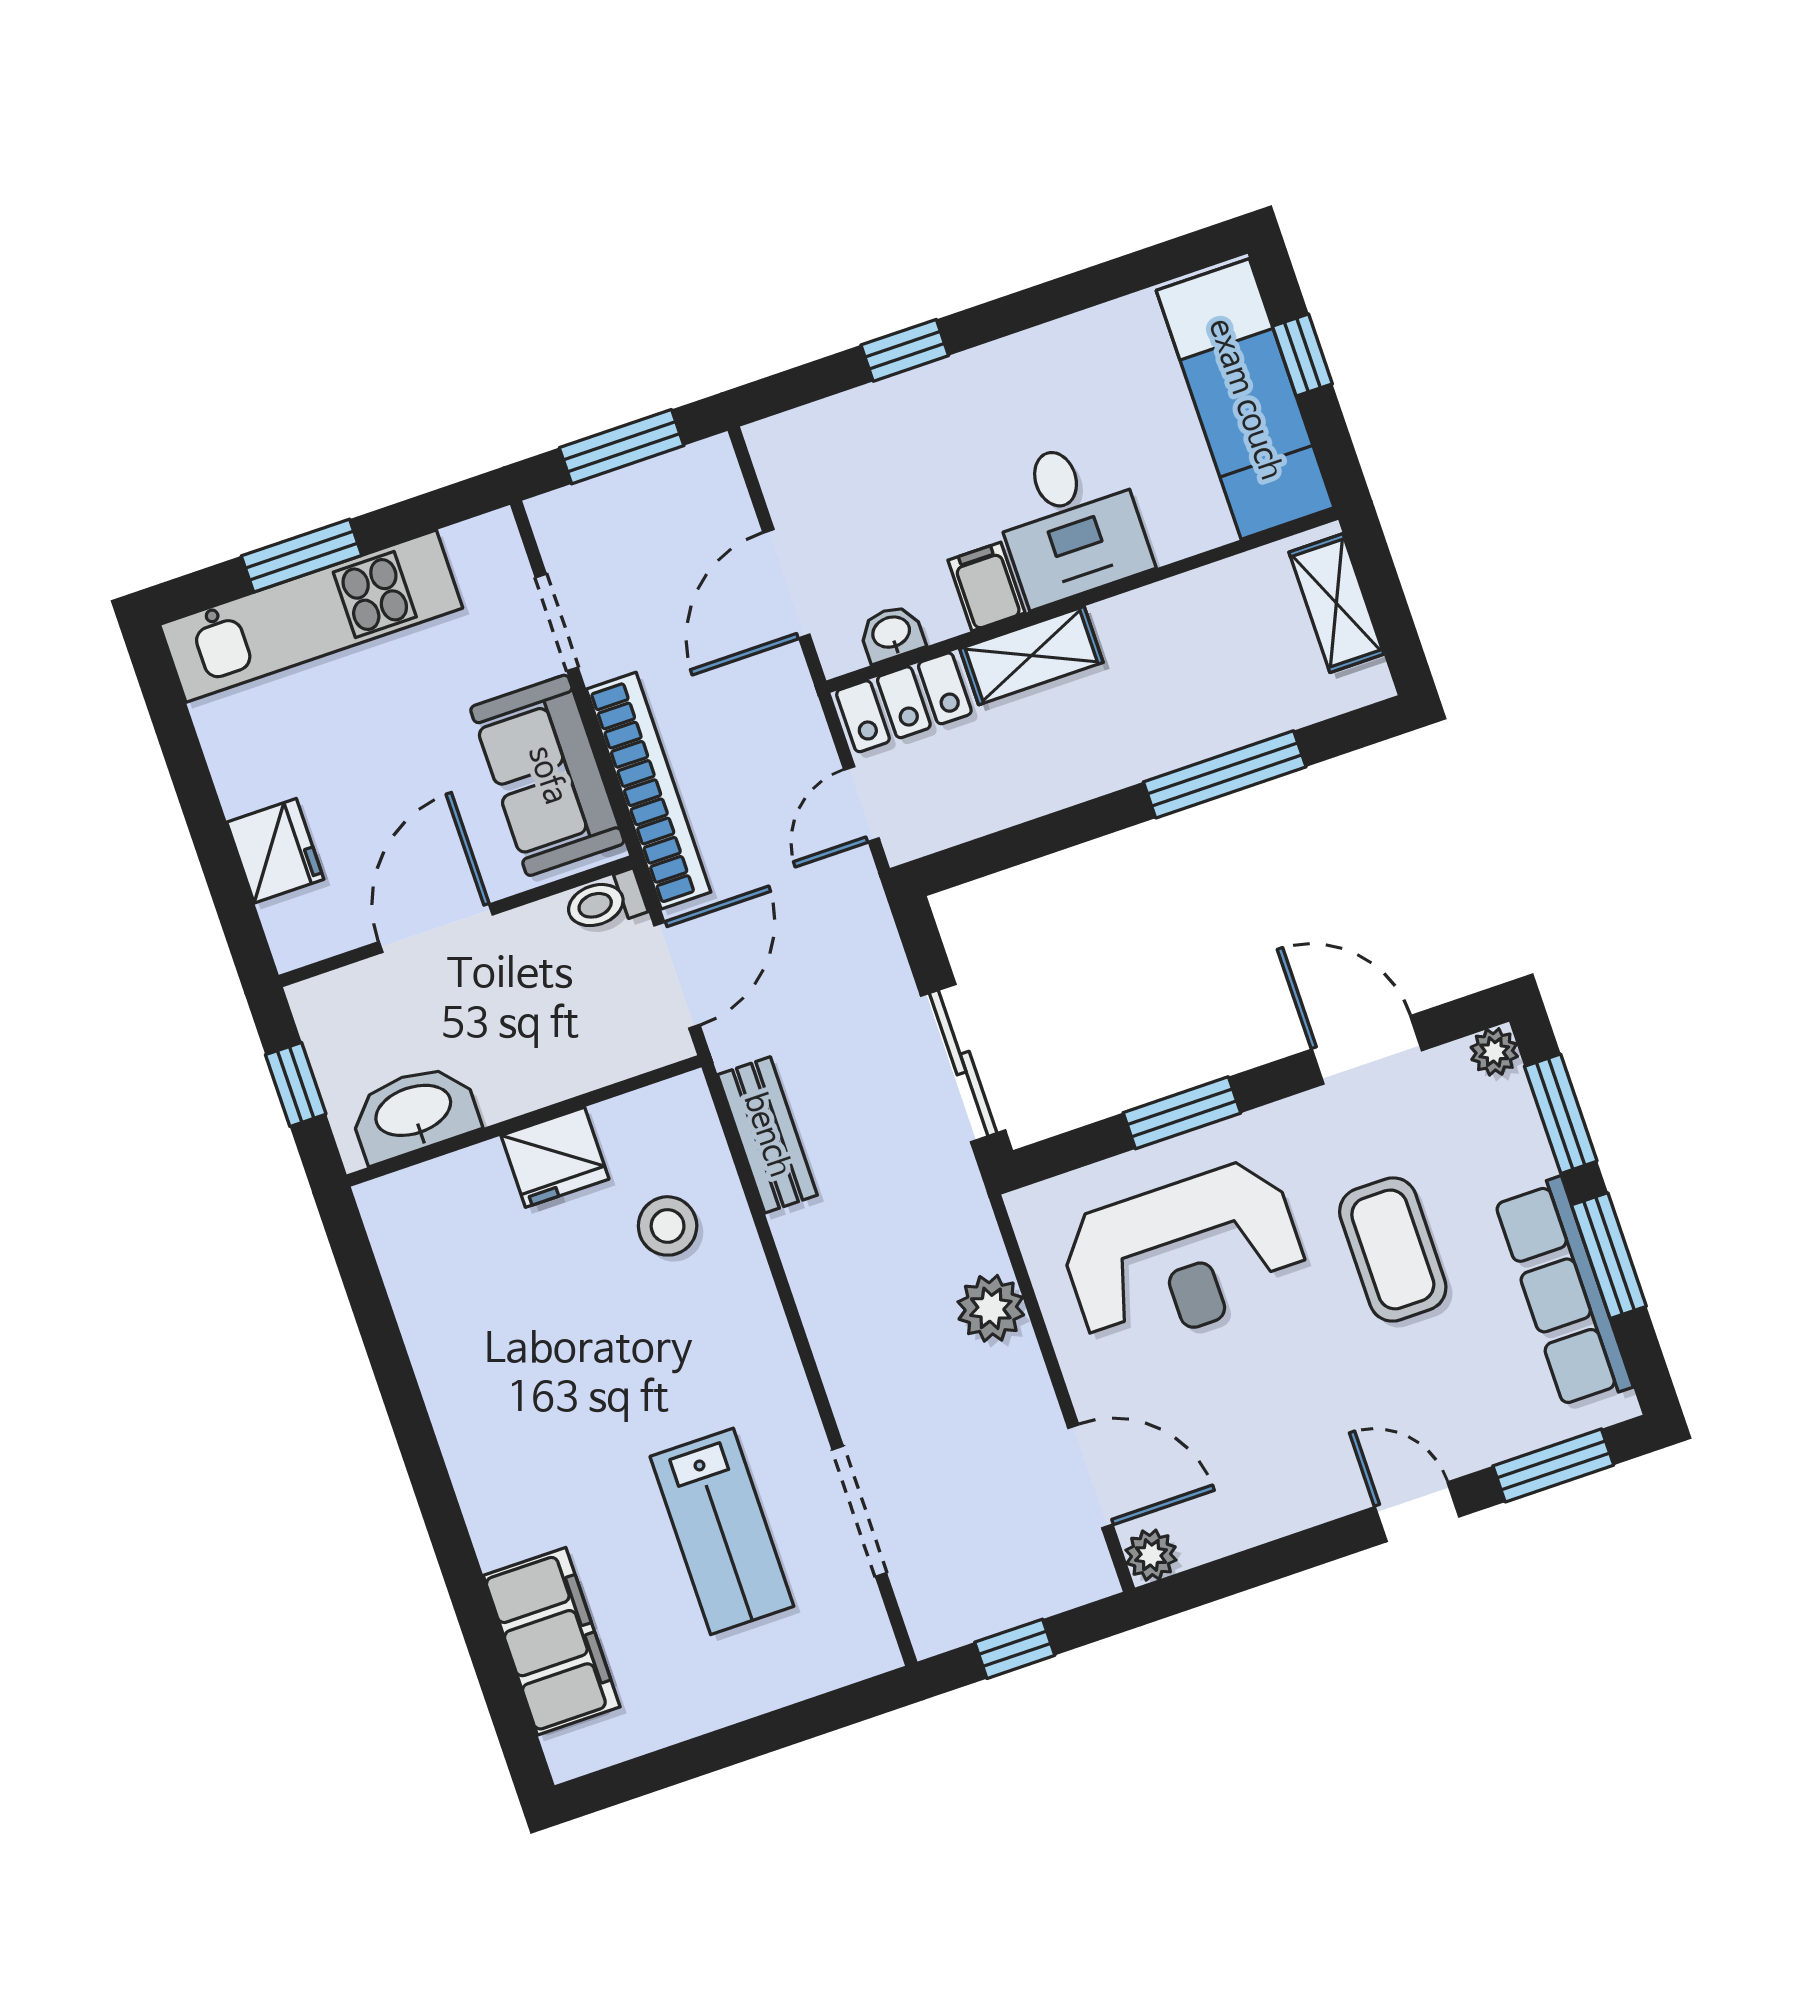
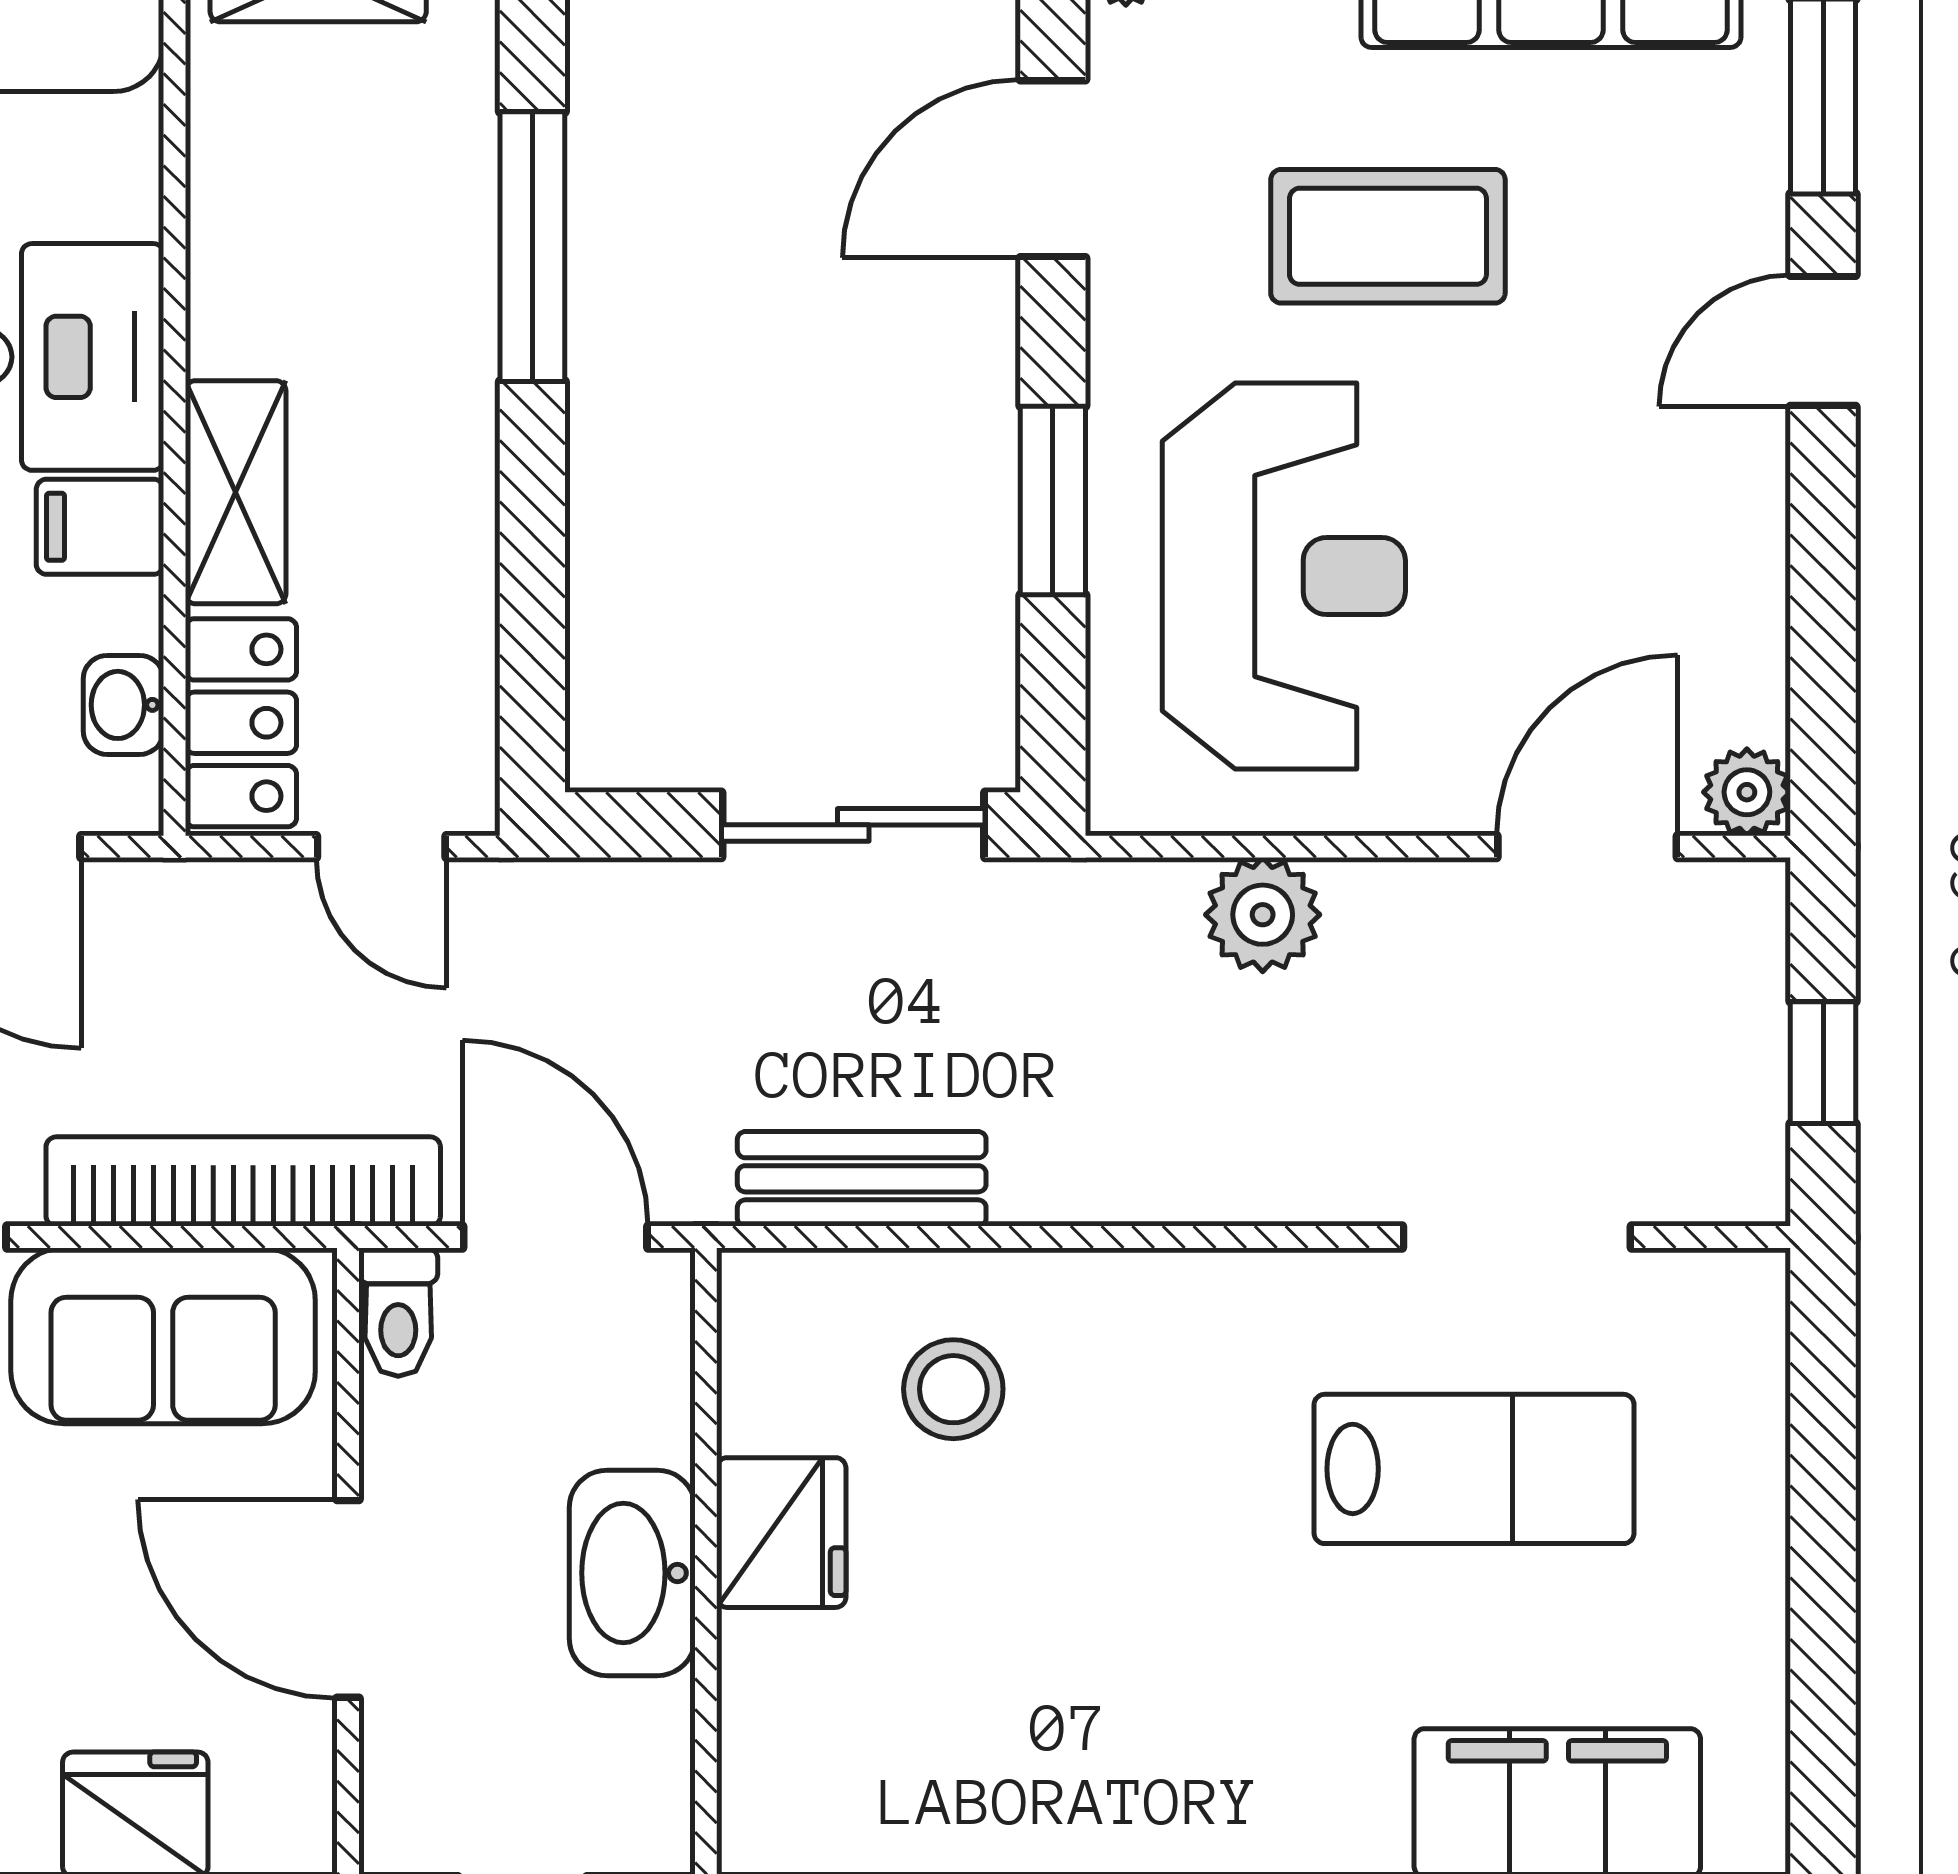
washbasin: (414, 1113) -> (632, 1573), moved

